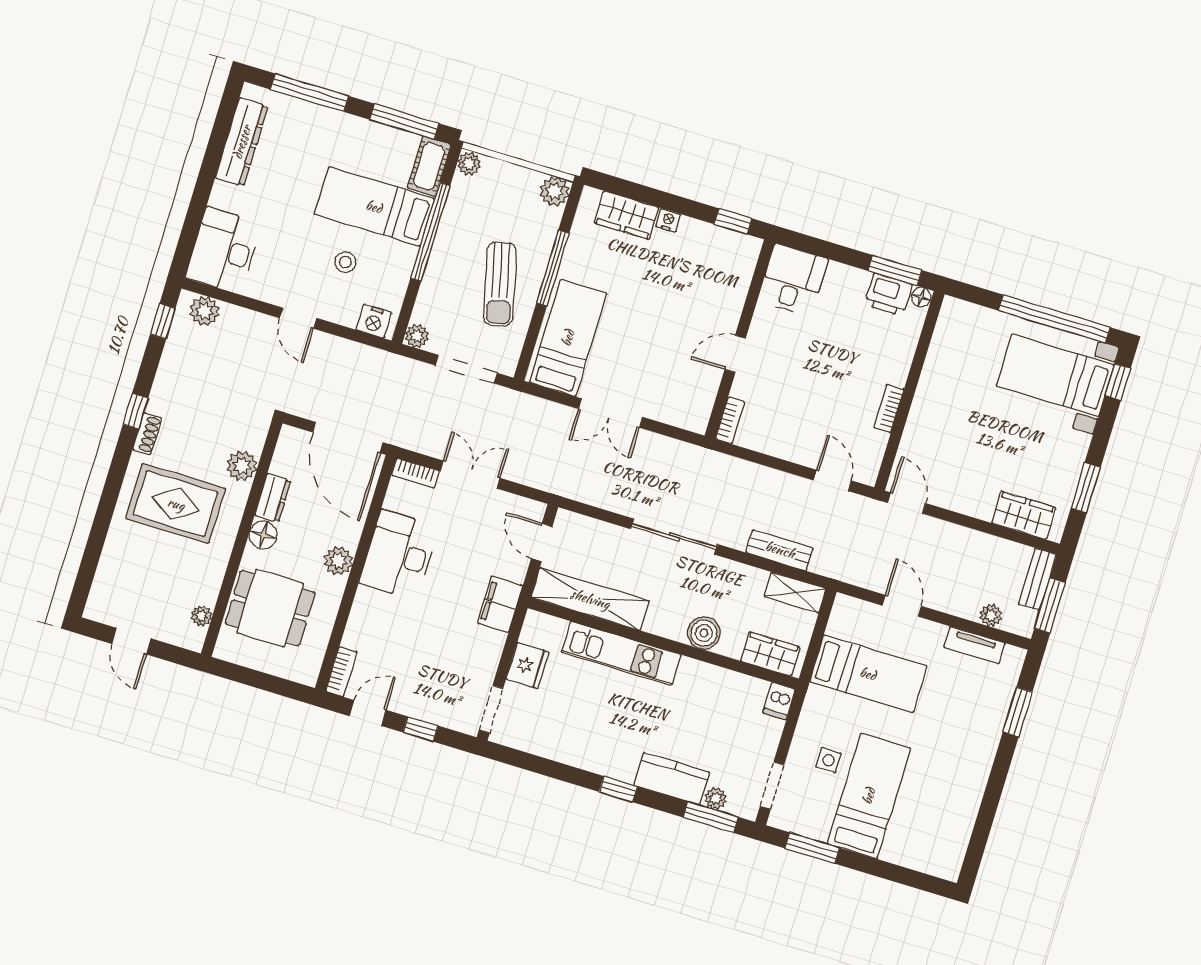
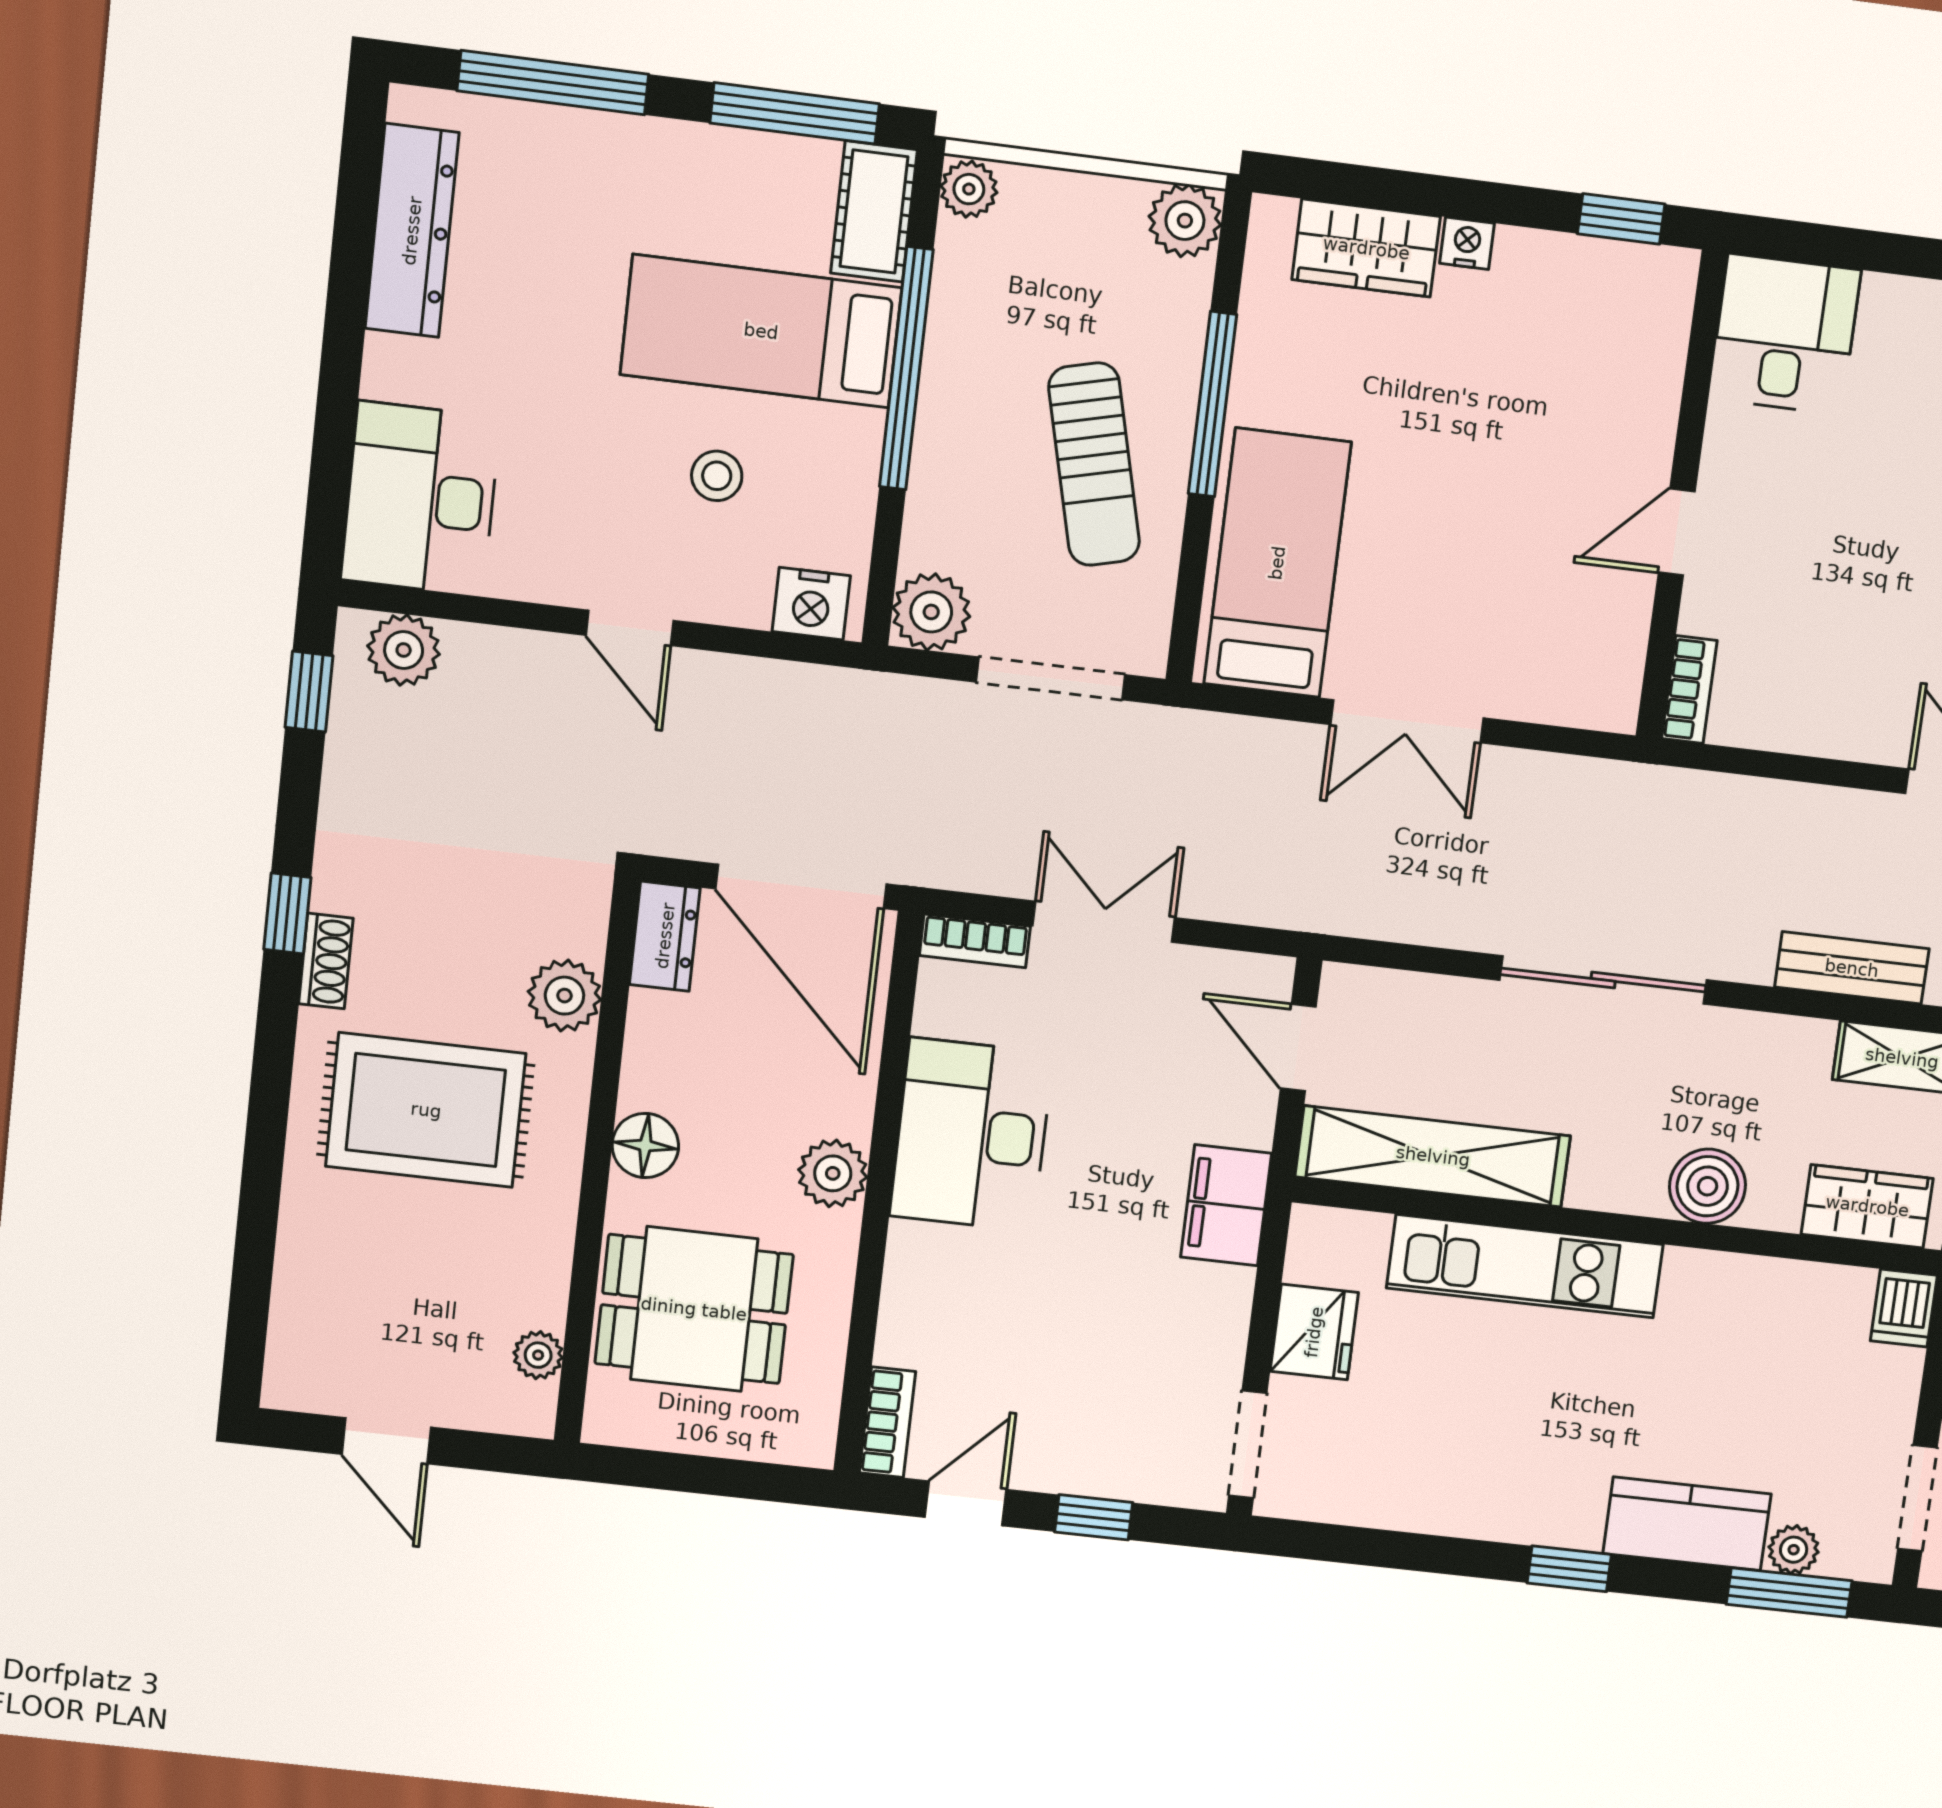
plant: (417, 336) -> (931, 612), width x1.38, depth x1.38
dresser: (273, 498) -> (665, 936), moved

